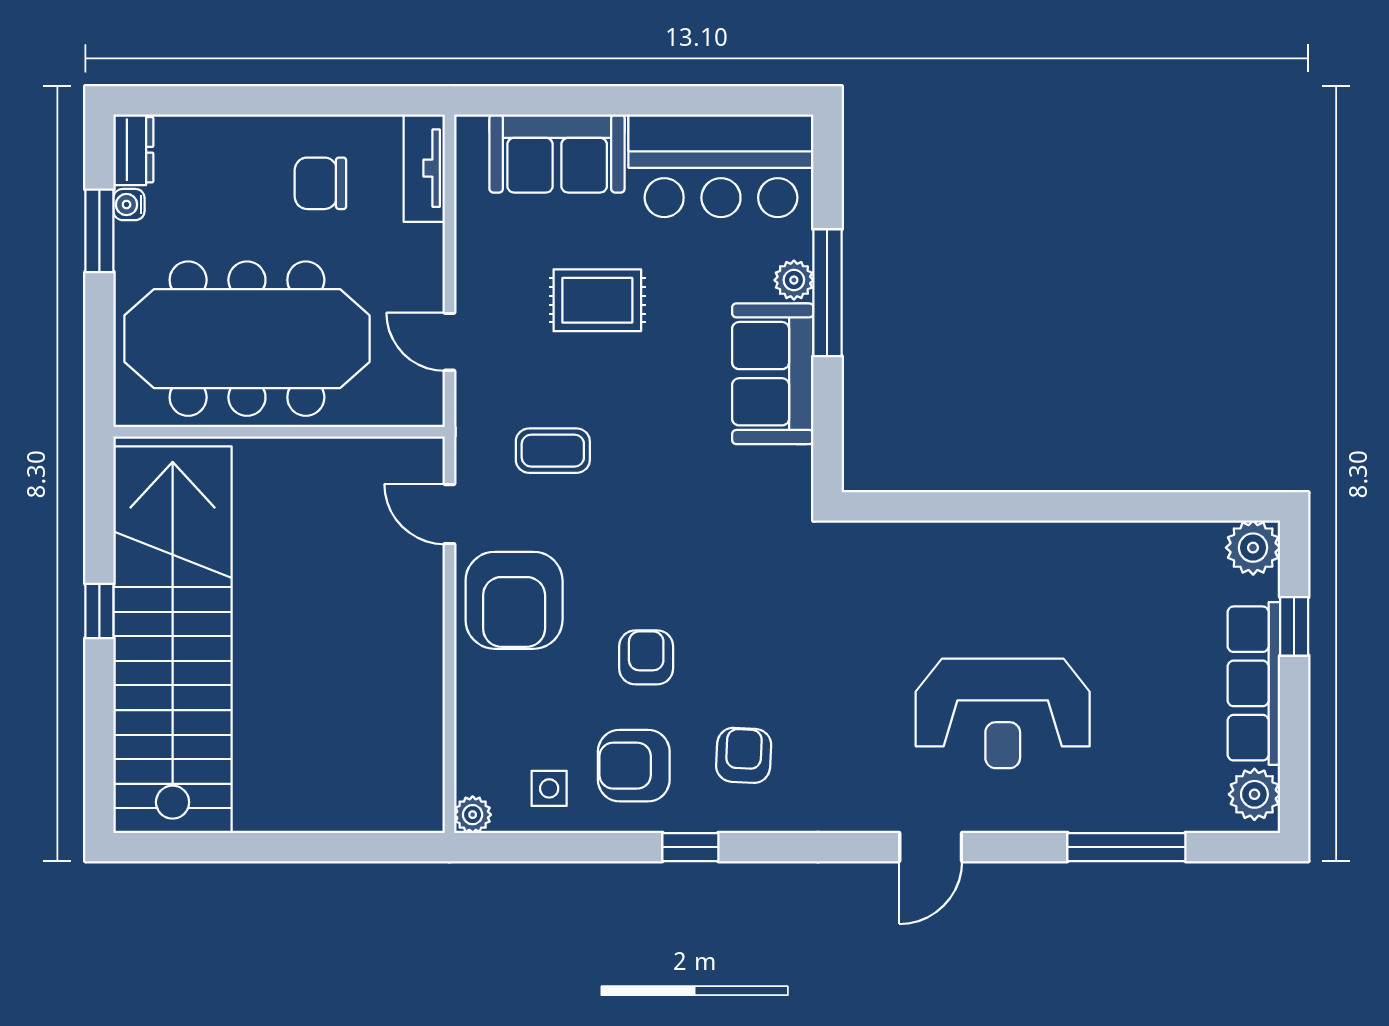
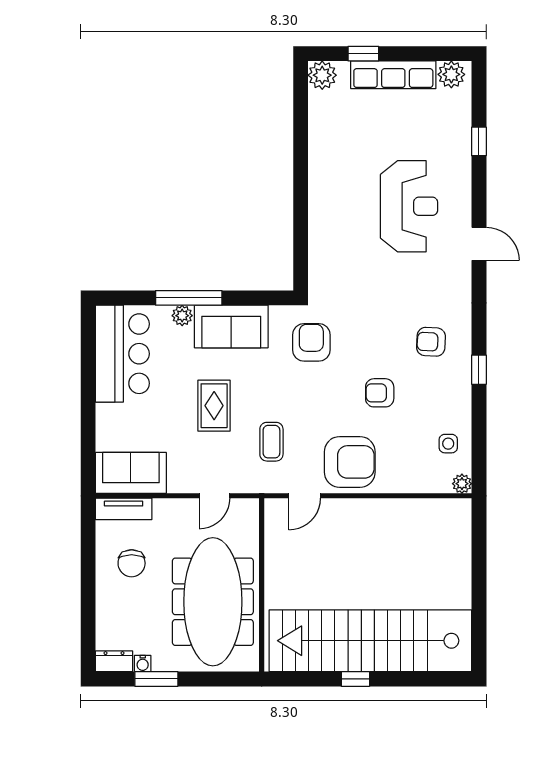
sofa: (557, 153) -> (131, 473), moved, turned -90
rug: (597, 300) -> (214, 406), moved
armchair: (634, 766) -> (311, 342), moved, turned 180
window: (1126, 847) -> (479, 141), width x0.46

